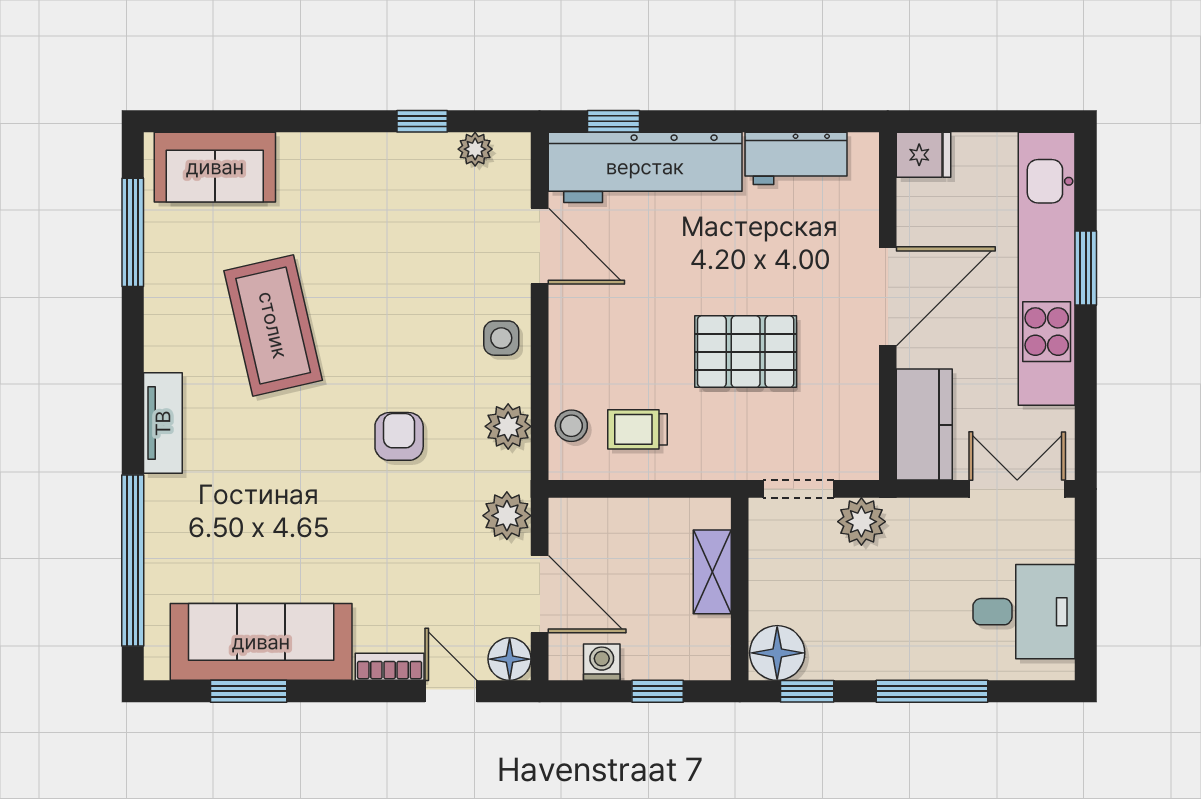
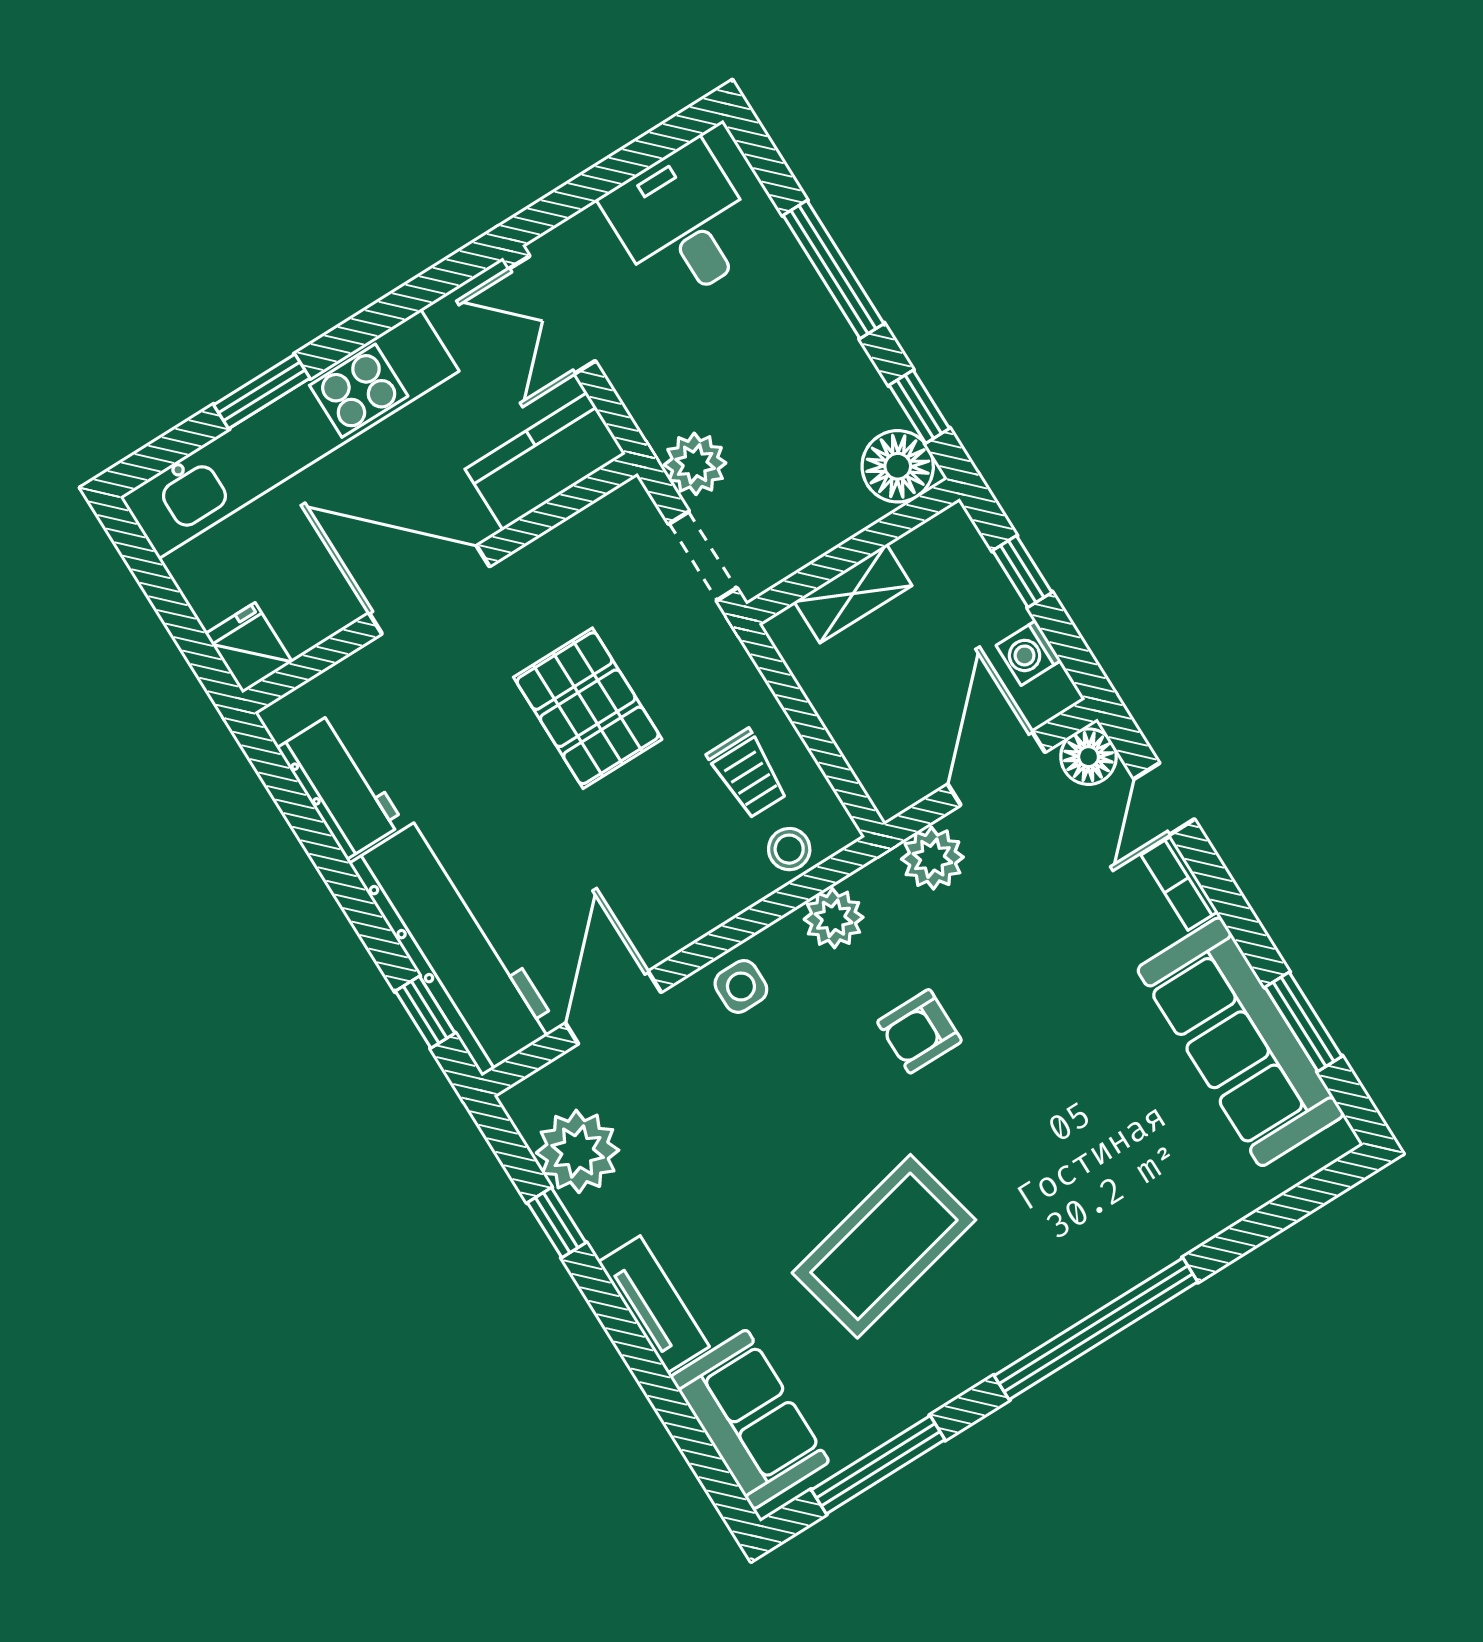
plant: (475, 149) -> (578, 1151), width x1.88, depth x1.88
tv unit: (163, 423) -> (654, 1304), moved, turned 90
window: (133, 561) -> (1096, 1329), moved

